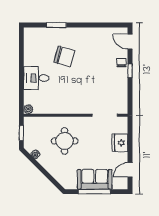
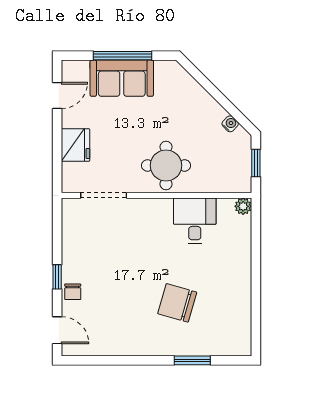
desk: (36, 78) -> (195, 221), moved, turned -90
round table: (65, 141) -> (166, 165), moved

